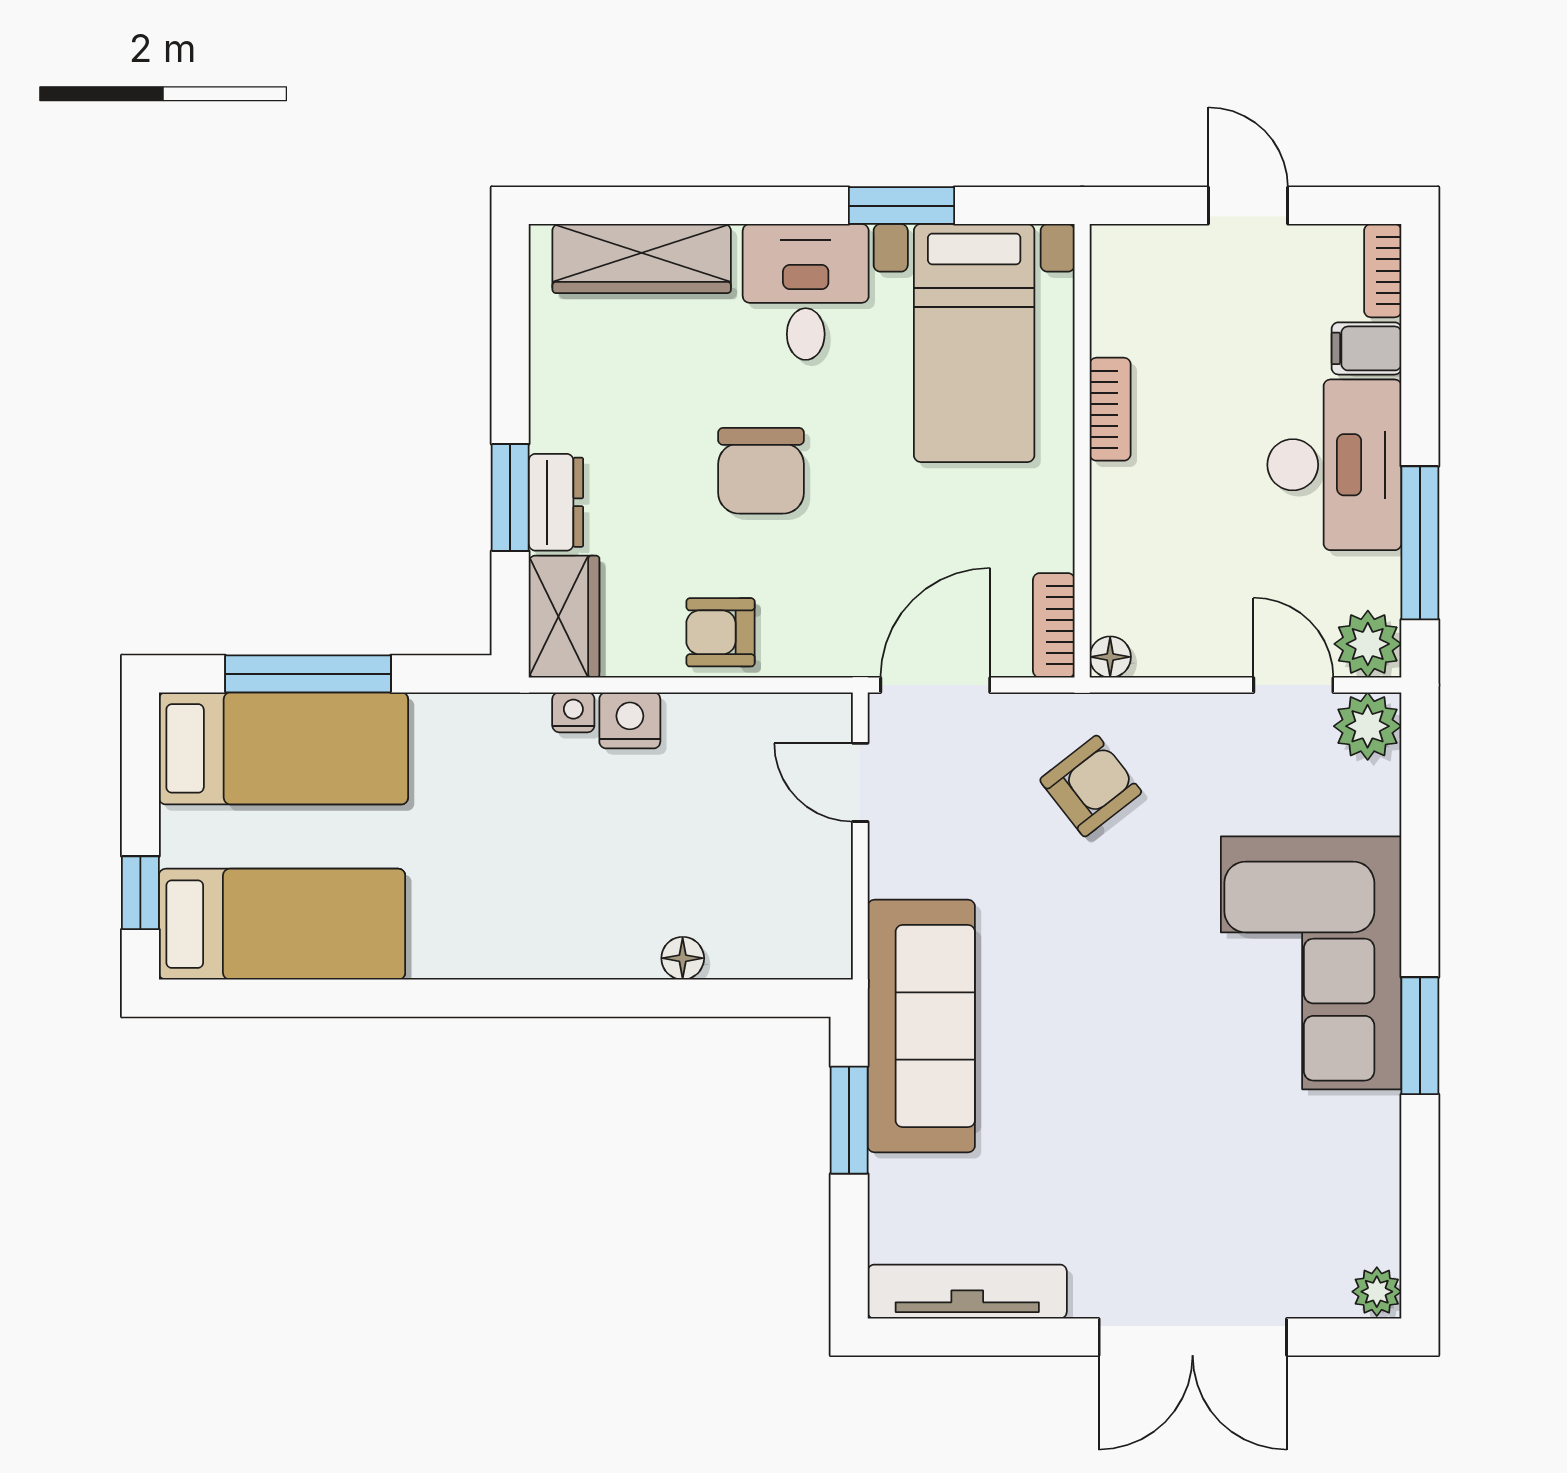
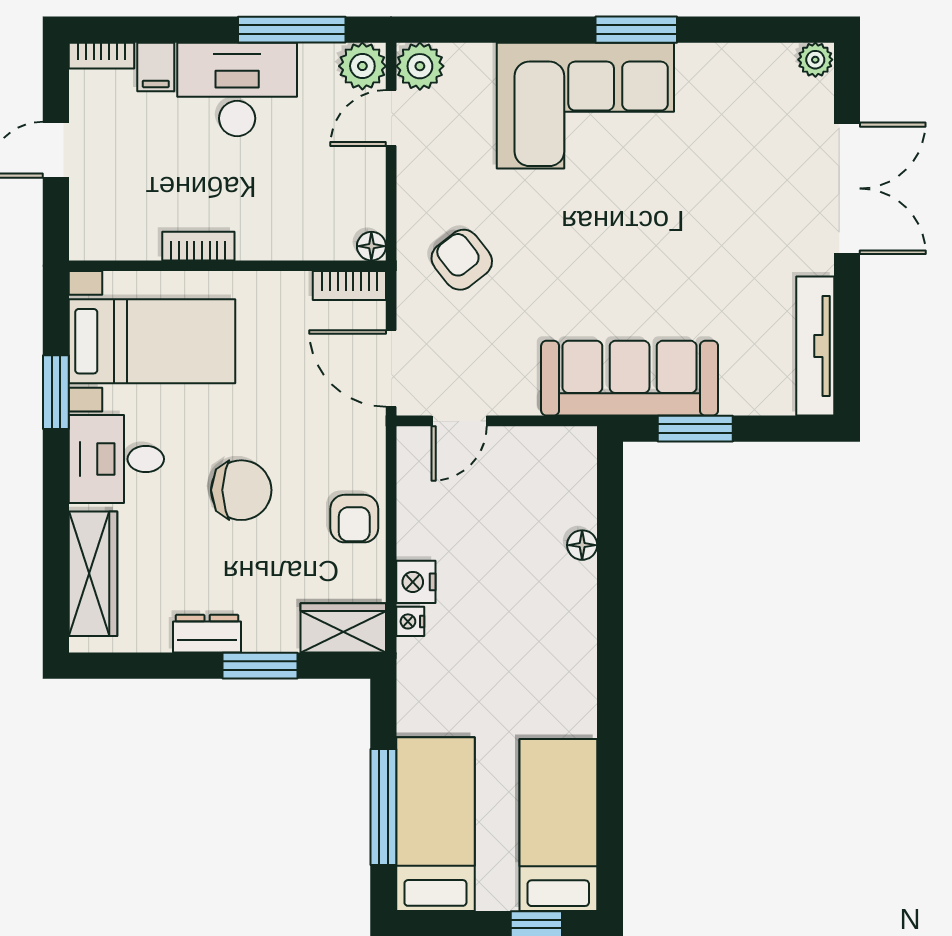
dresser: (556, 502) -> (207, 634), moved

